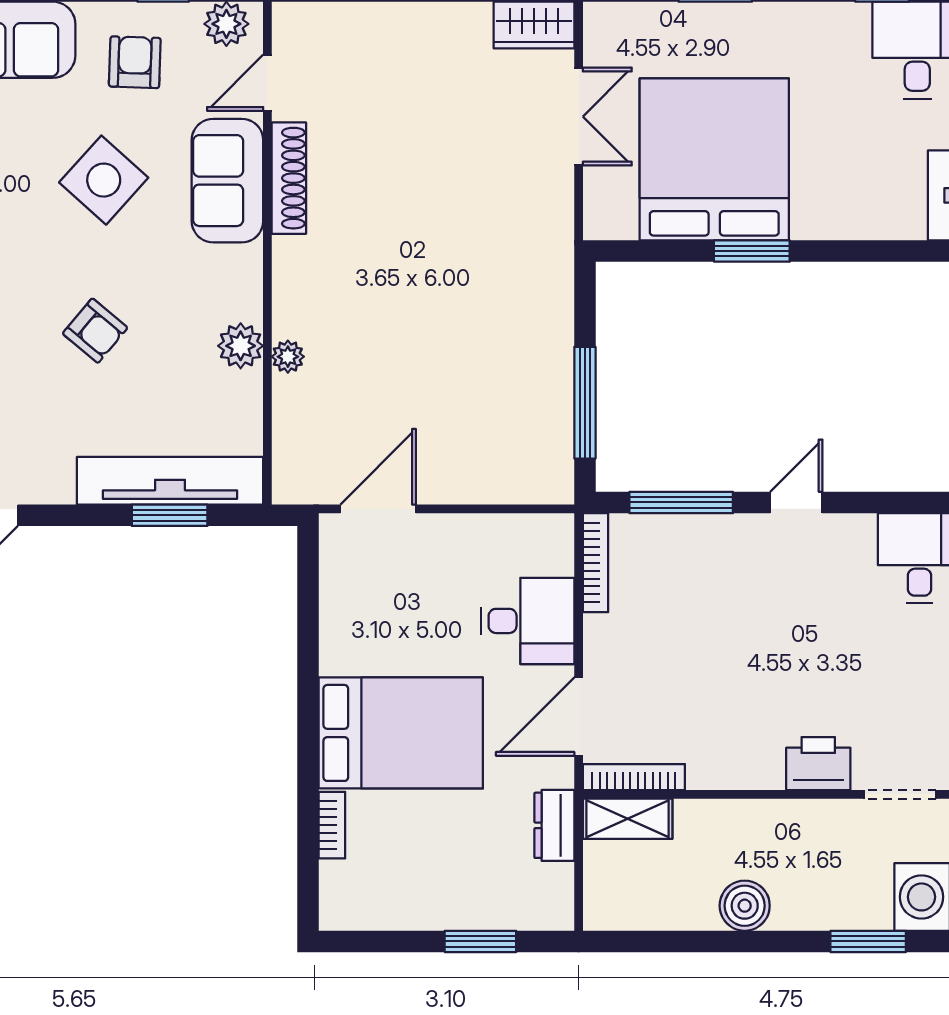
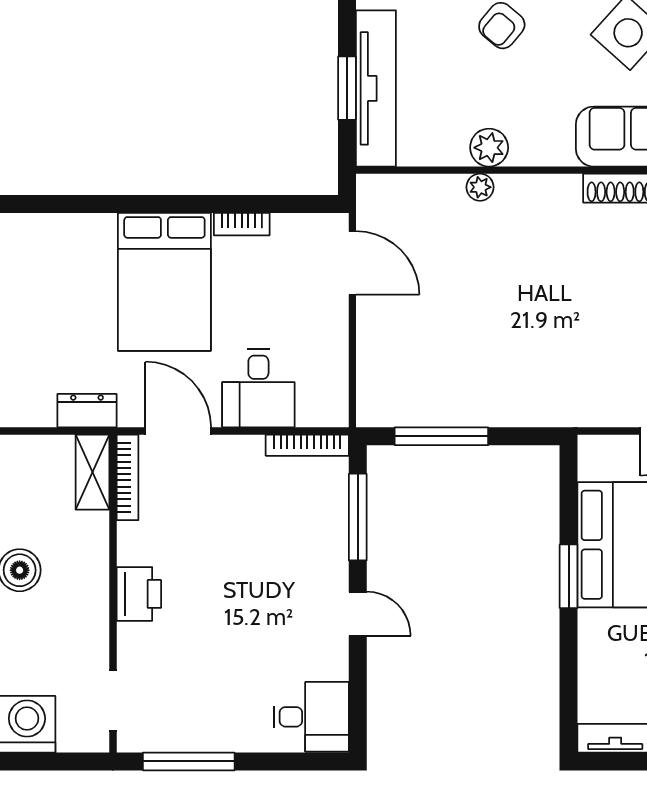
printer: (818, 764) -> (139, 594), moved
bookcase: (332, 825) -> (242, 224), moved

